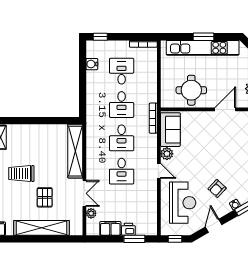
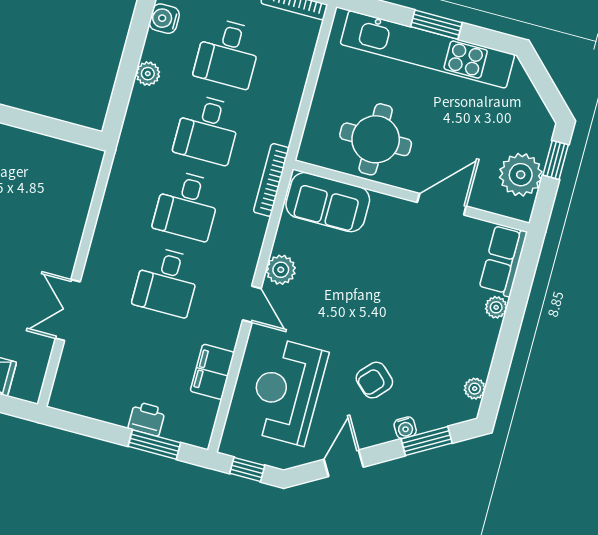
desk: (122, 71) -> (228, 53), turned 180
sofa: (170, 130) -> (328, 202), moved, turned 90
shelving: (75, 151) -> (73, 208), removed
double door: (84, 193) -> (68, 310), swing flipped
reception desk: (183, 203) -> (287, 391), turned 180
plant: (91, 213) -> (148, 74), moved
filing cabinet: (110, 228) -> (212, 372), moved, turned -90

